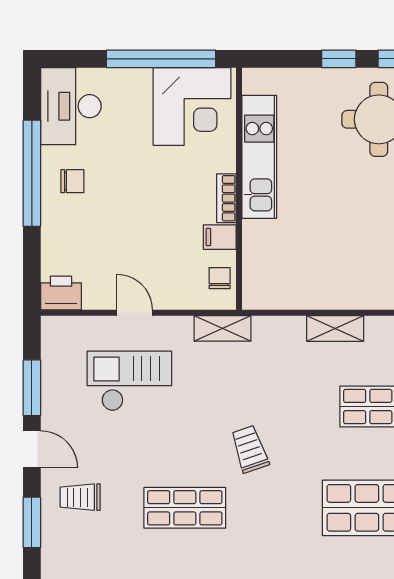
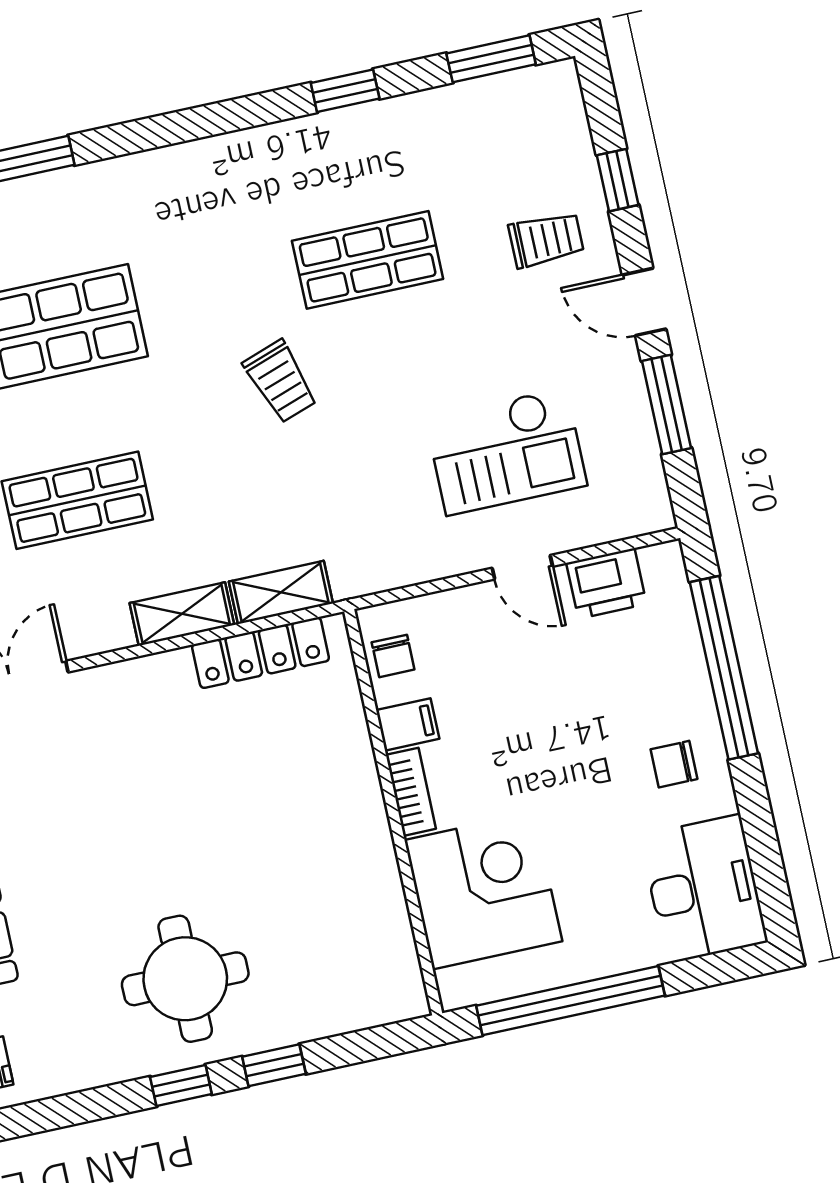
corner desk: (192, 106) -> (483, 891), moved, turned 90
kitchen unit: (259, 157) -> (371, 873), removed
window: (32, 173) -> (724, 668), moved
printer: (61, 293) -> (606, 584), moved
locker: (295, 297) -> (260, 653), added
shelving: (223, 328) -> (281, 592), moved
window: (32, 522) -> (618, 180), width x0.67

